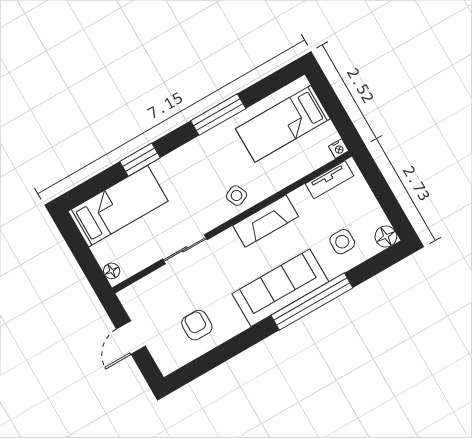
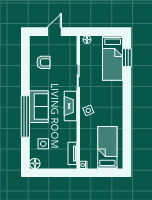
window: (218, 115) -> (127, 122), removed
window: (140, 160) -> (127, 58), moved
fireplace: (266, 221) -> (71, 106), moved
sofa: (280, 288) -> (39, 107), width x0.73
door: (131, 338) -> (54, 32), hinge flipped

